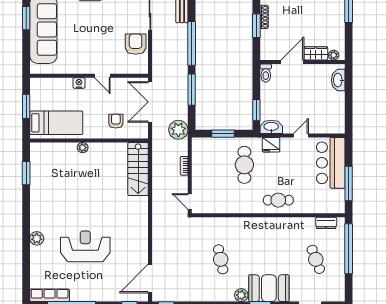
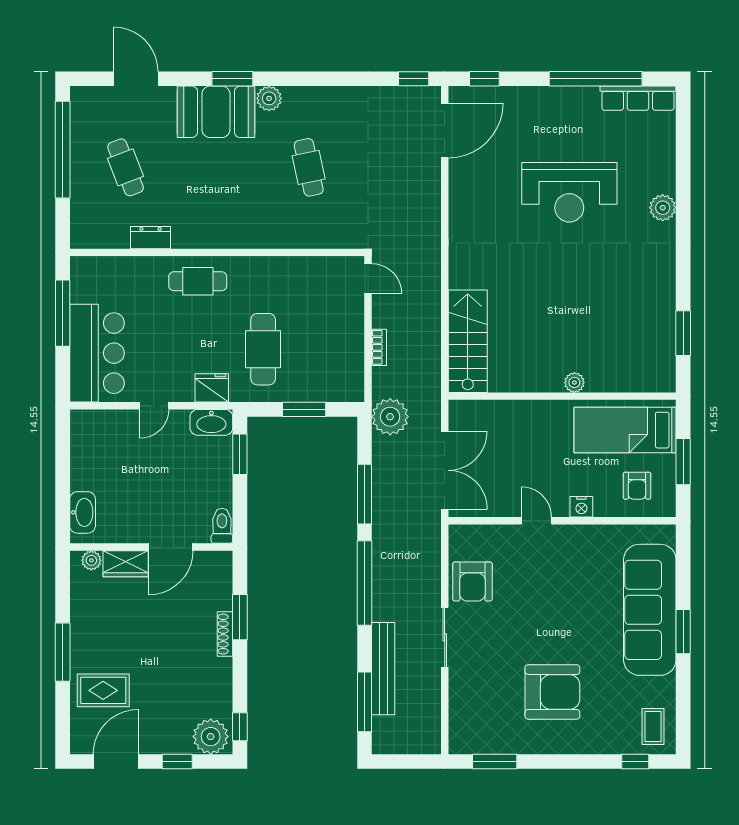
armchair: (116, 121) -> (637, 486), moved
dresser: (326, 223) -> (150, 238), moved
window: (349, 249) -> (63, 150), moved

